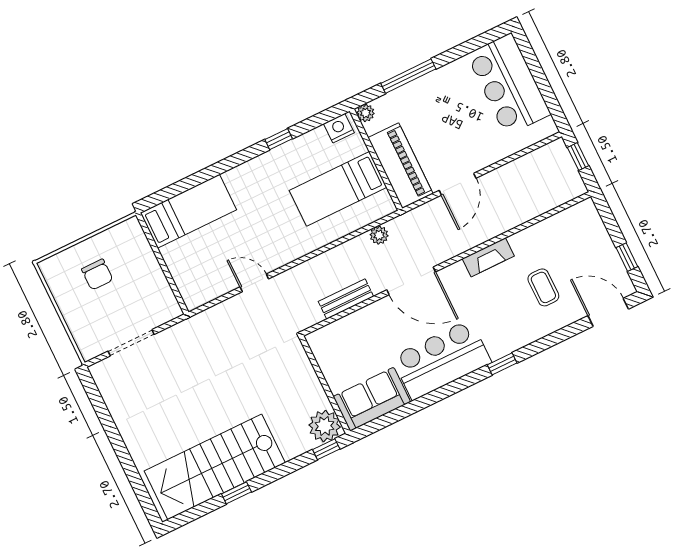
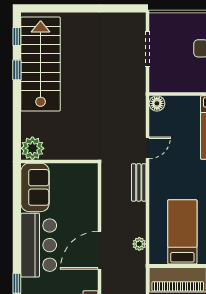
floor lamp: (193, 298) -> (157, 103), added
bench: (346, 299) -> (139, 182), moved
window: (326, 449) -> (17, 37), moved

